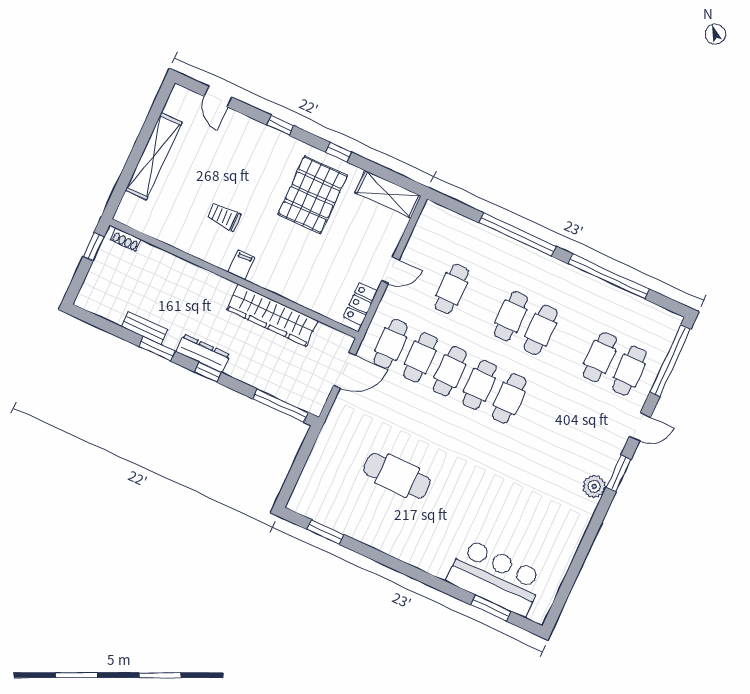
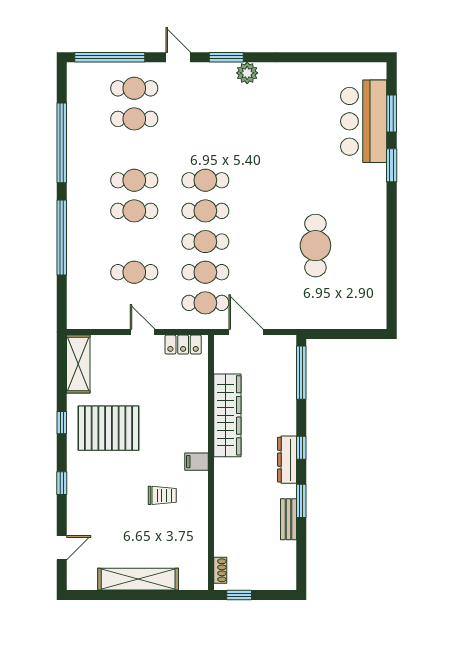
trolley: (224, 217) -> (162, 495), turned -90
window: (325, 532) -> (392, 165), moved

